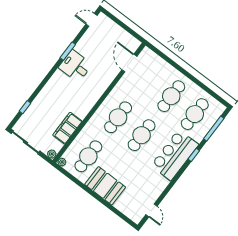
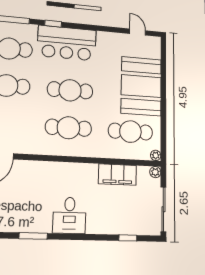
desk: (75, 66) -> (69, 215), moved
booth: (105, 186) -> (141, 86), width x1.36, depth x1.42
door: (151, 210) -> (138, 32), hinge flipped

